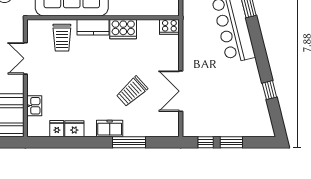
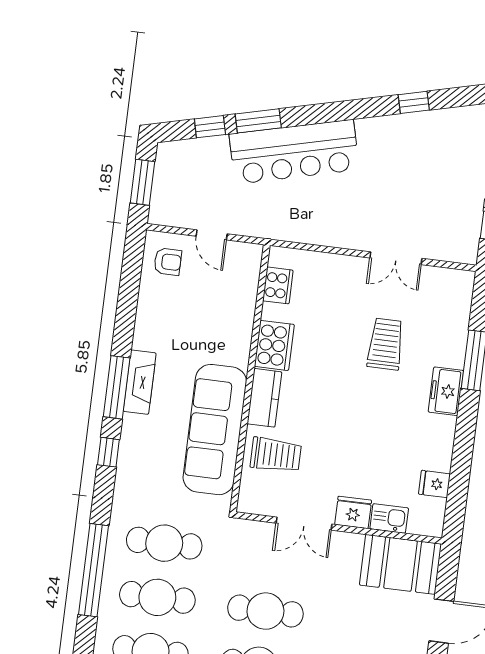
cooker: (169, 27) -> (278, 285), moved
trolley: (132, 91) -> (386, 344), turned -138
double door: (181, 91) -> (396, 258), width x0.73
fridge: (74, 129) -> (353, 512), moved, turned 90

